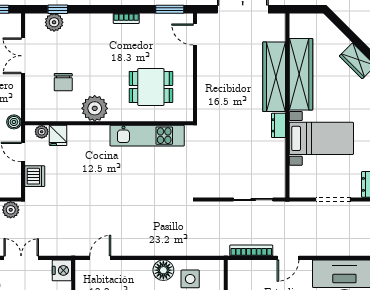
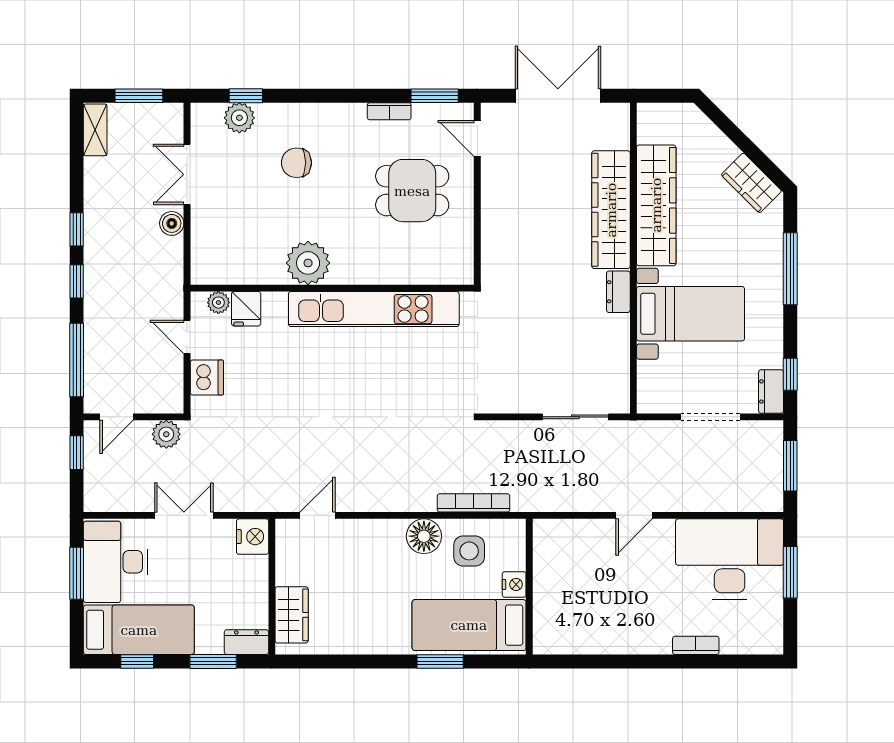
bookcase: (126, 18) -> (389, 111), moved
chair: (63, 82) -> (296, 163), moved, turned 90
dining table: (151, 87) -> (412, 191), moved
boiler: (14, 122) -> (172, 223), moved
kitchen unit: (147, 136) -> (374, 309), width x1.36
bookcase: (251, 250) -> (473, 503), moved

